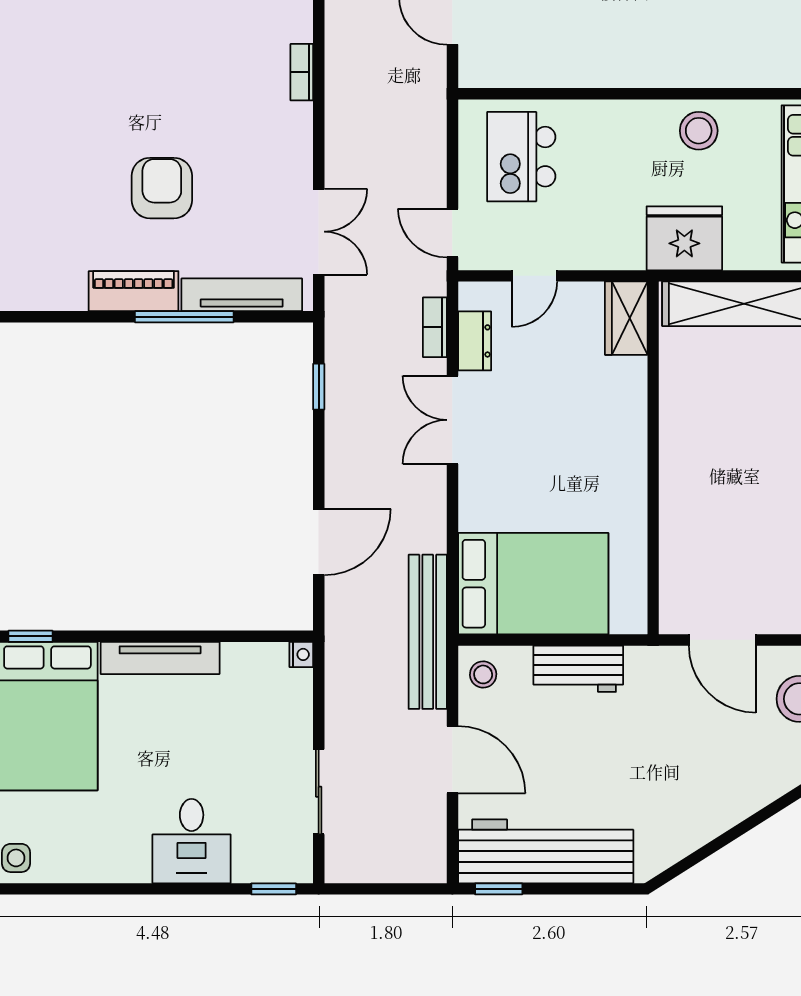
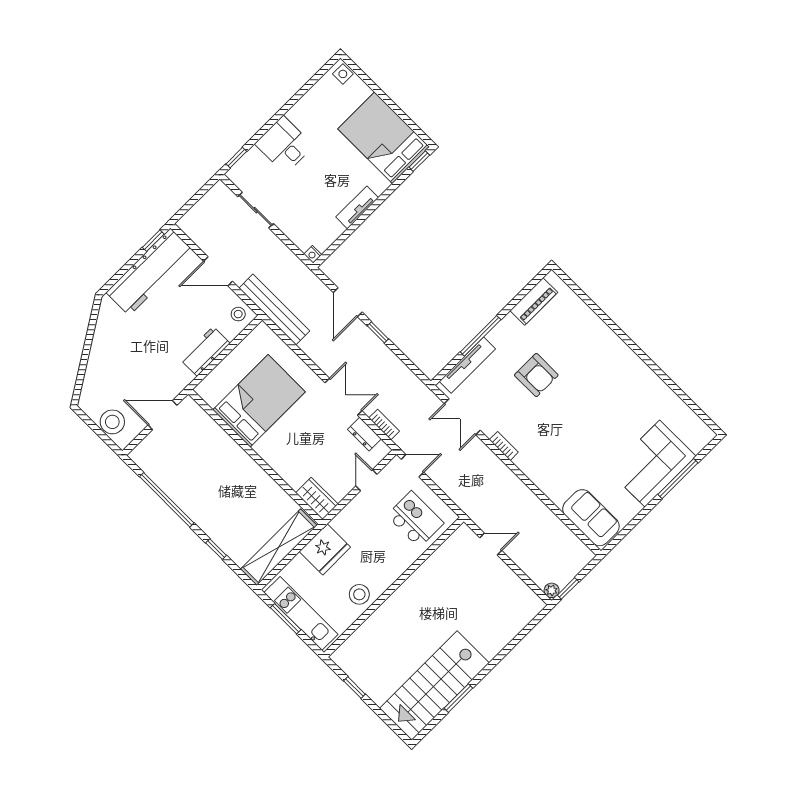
bookcase: (302, 72) -> (504, 446), moved
piano: (134, 291) -> (534, 301), moved
window: (319, 387) -> (378, 332), moved
bed: (533, 584) -> (259, 401), moved, turned 180
tv unit: (160, 658) -> (357, 207), width x0.71

